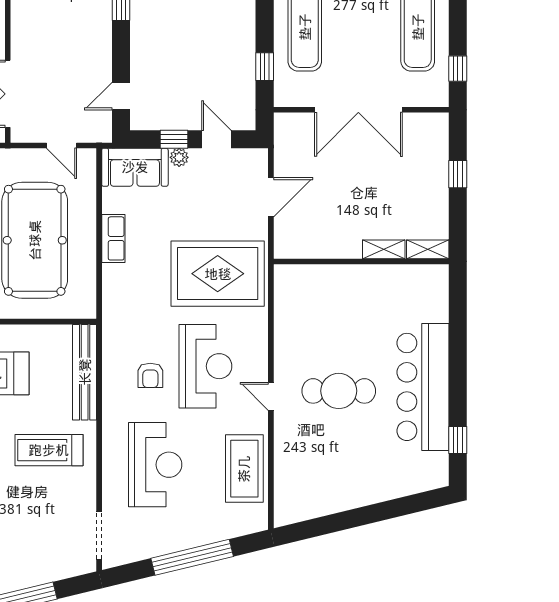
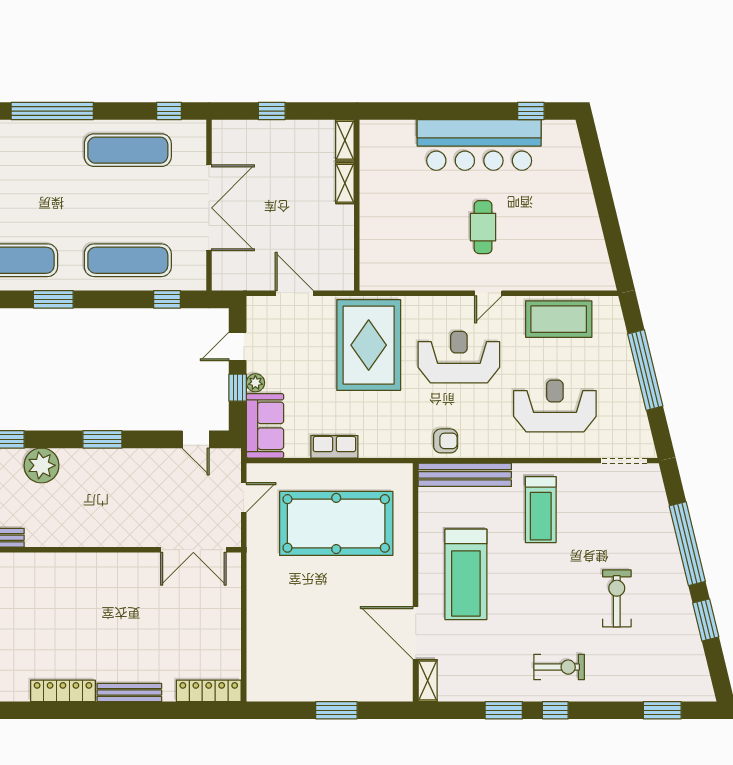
armchair: (150, 375) -> (446, 441), moved
cafe table: (339, 391) -> (483, 227), width x0.73, depth x0.74

